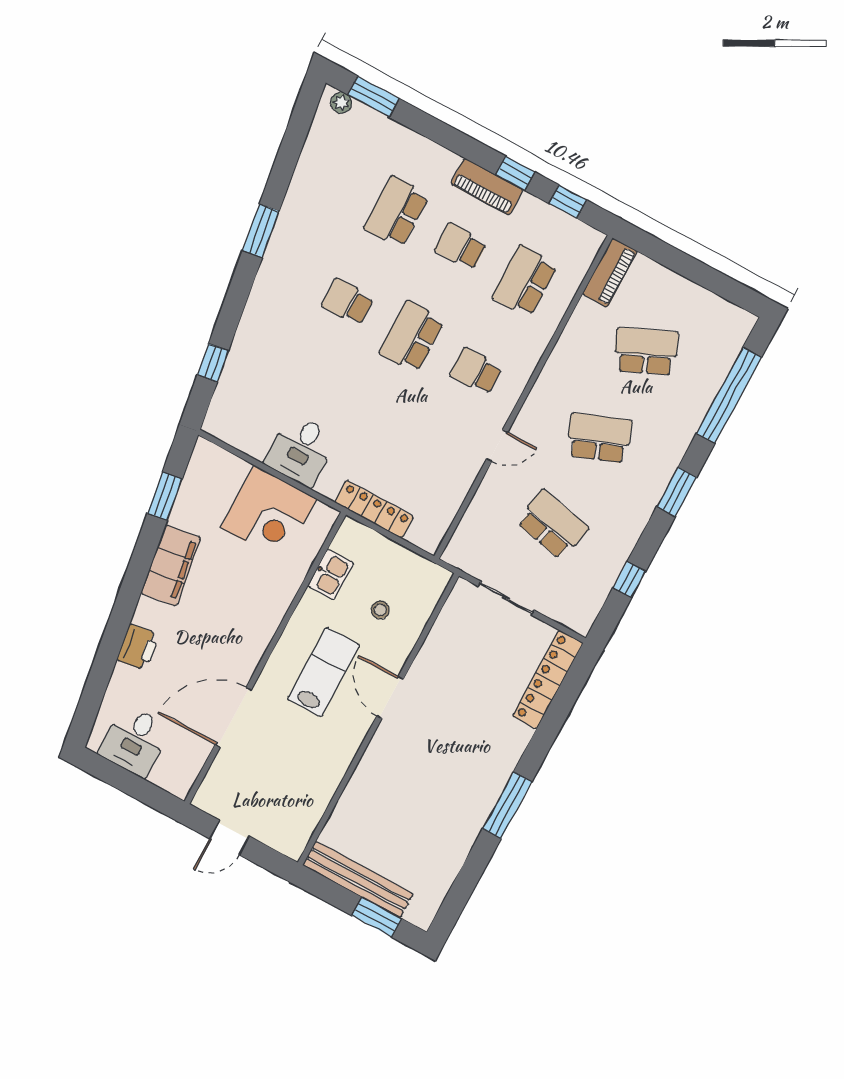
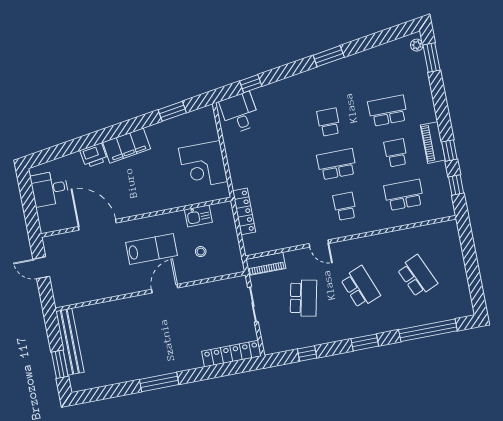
piano: (610, 273) -> (266, 264), moved
desk: (301, 450) -> (240, 113), moved, turned 82
filing cabinet: (171, 565) -> (127, 146), moved

